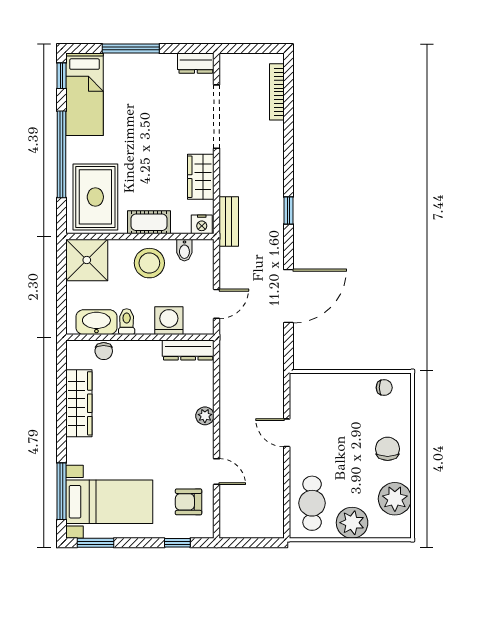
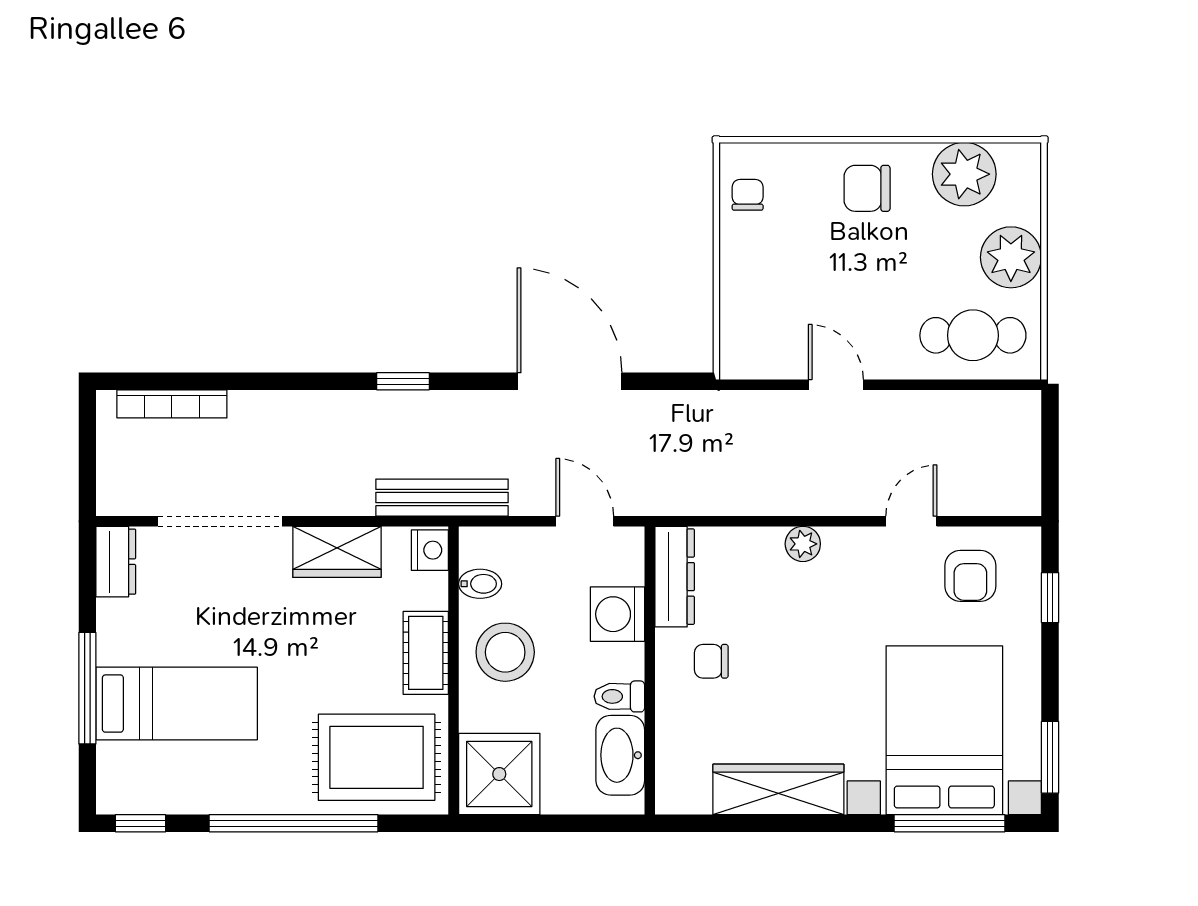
bed: (85, 94) -> (177, 704), moved
bench: (229, 222) -> (442, 498), width x1.36
chair: (104, 351) -> (711, 661), moved, turned 180
door: (287, 433) -> (836, 385), swing flipped
bed with nightstands: (109, 502) -> (944, 730), width x1.36

